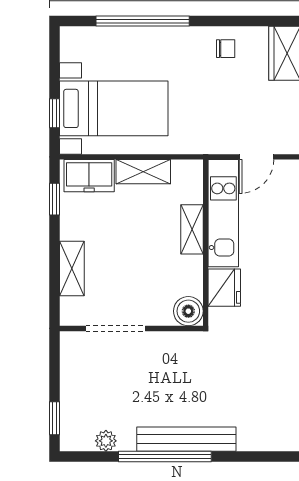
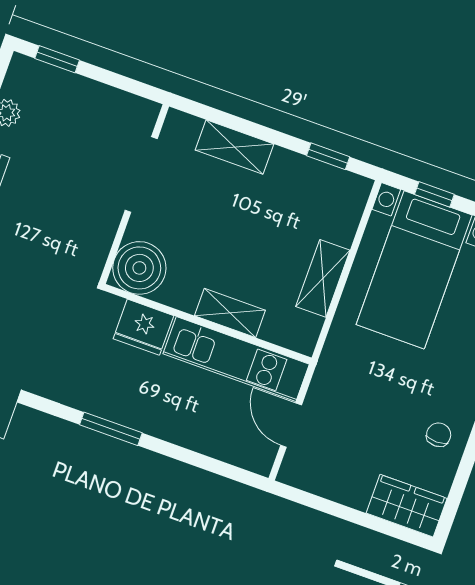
chair: (226, 49) -> (439, 435), turned 180
freezer: (89, 176) -> (342, 209), removed
boiler: (188, 311) -> (139, 268), width x1.37, depth x1.37

